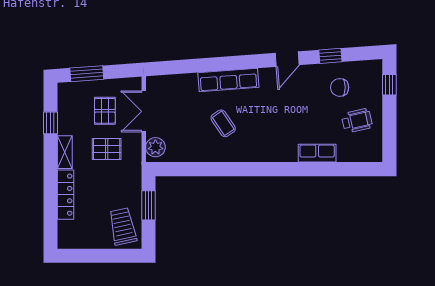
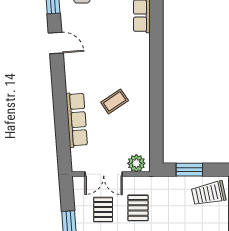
row of seats: (228, 80) -> (77, 120), moved
pallet: (105, 111) -> (103, 210), turned 90

